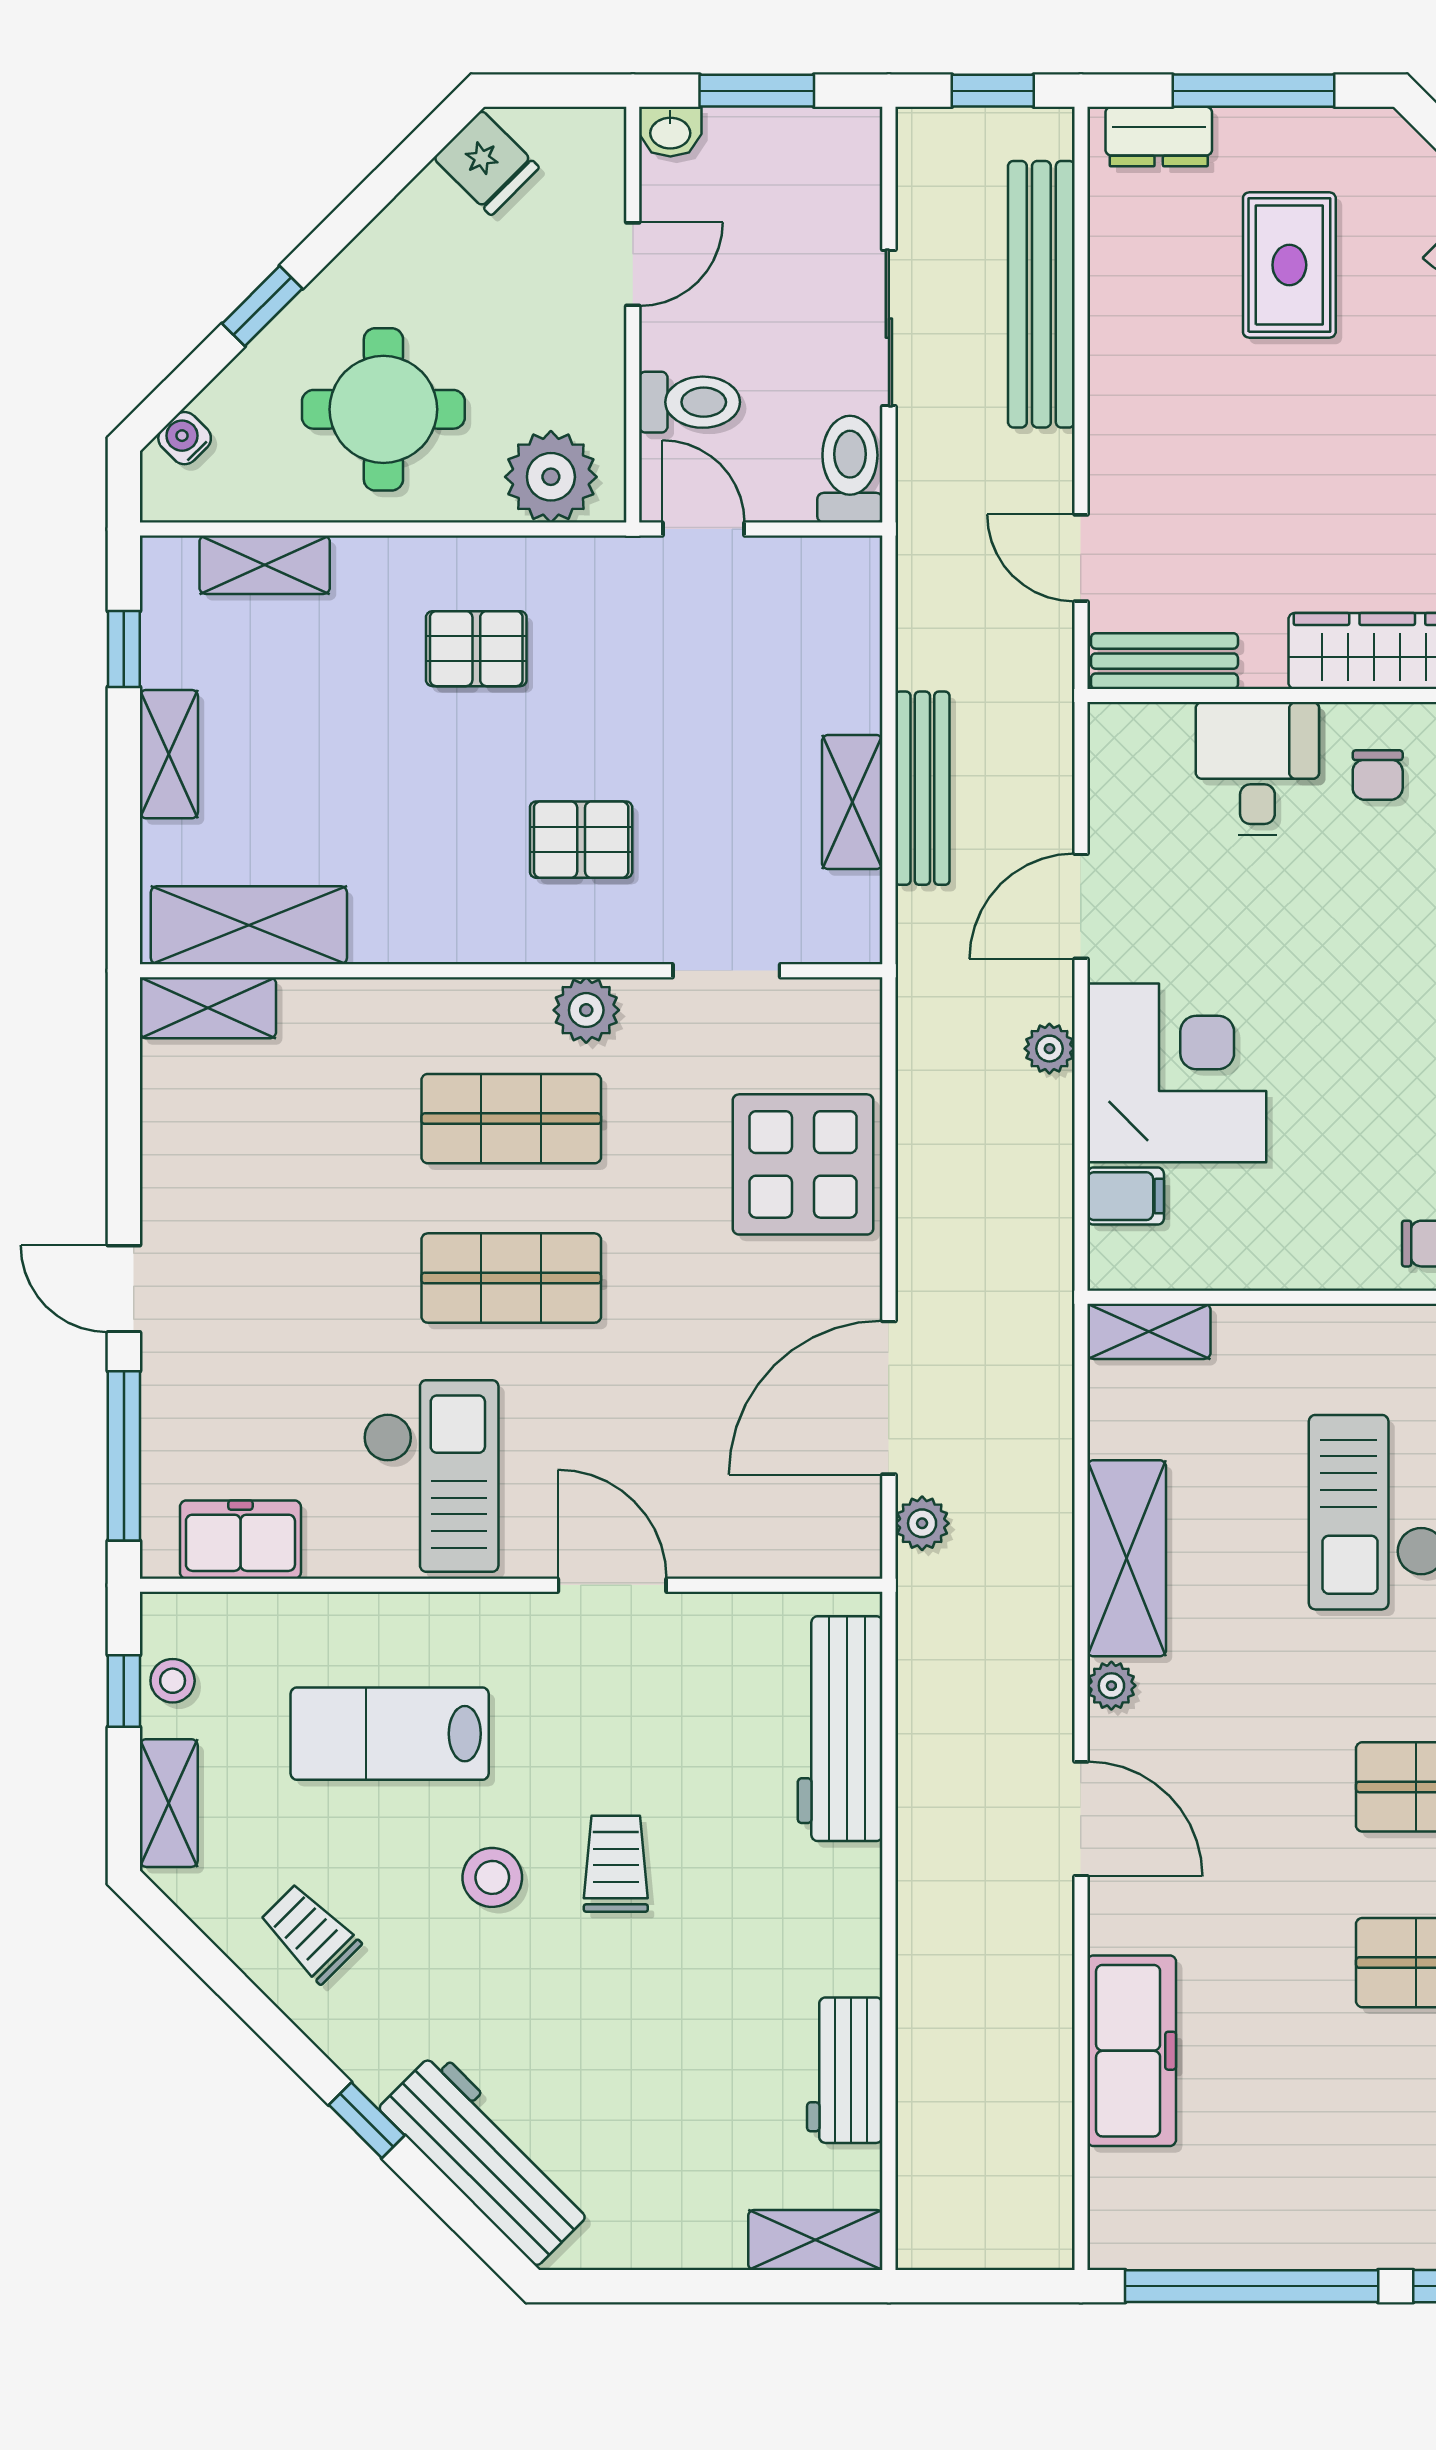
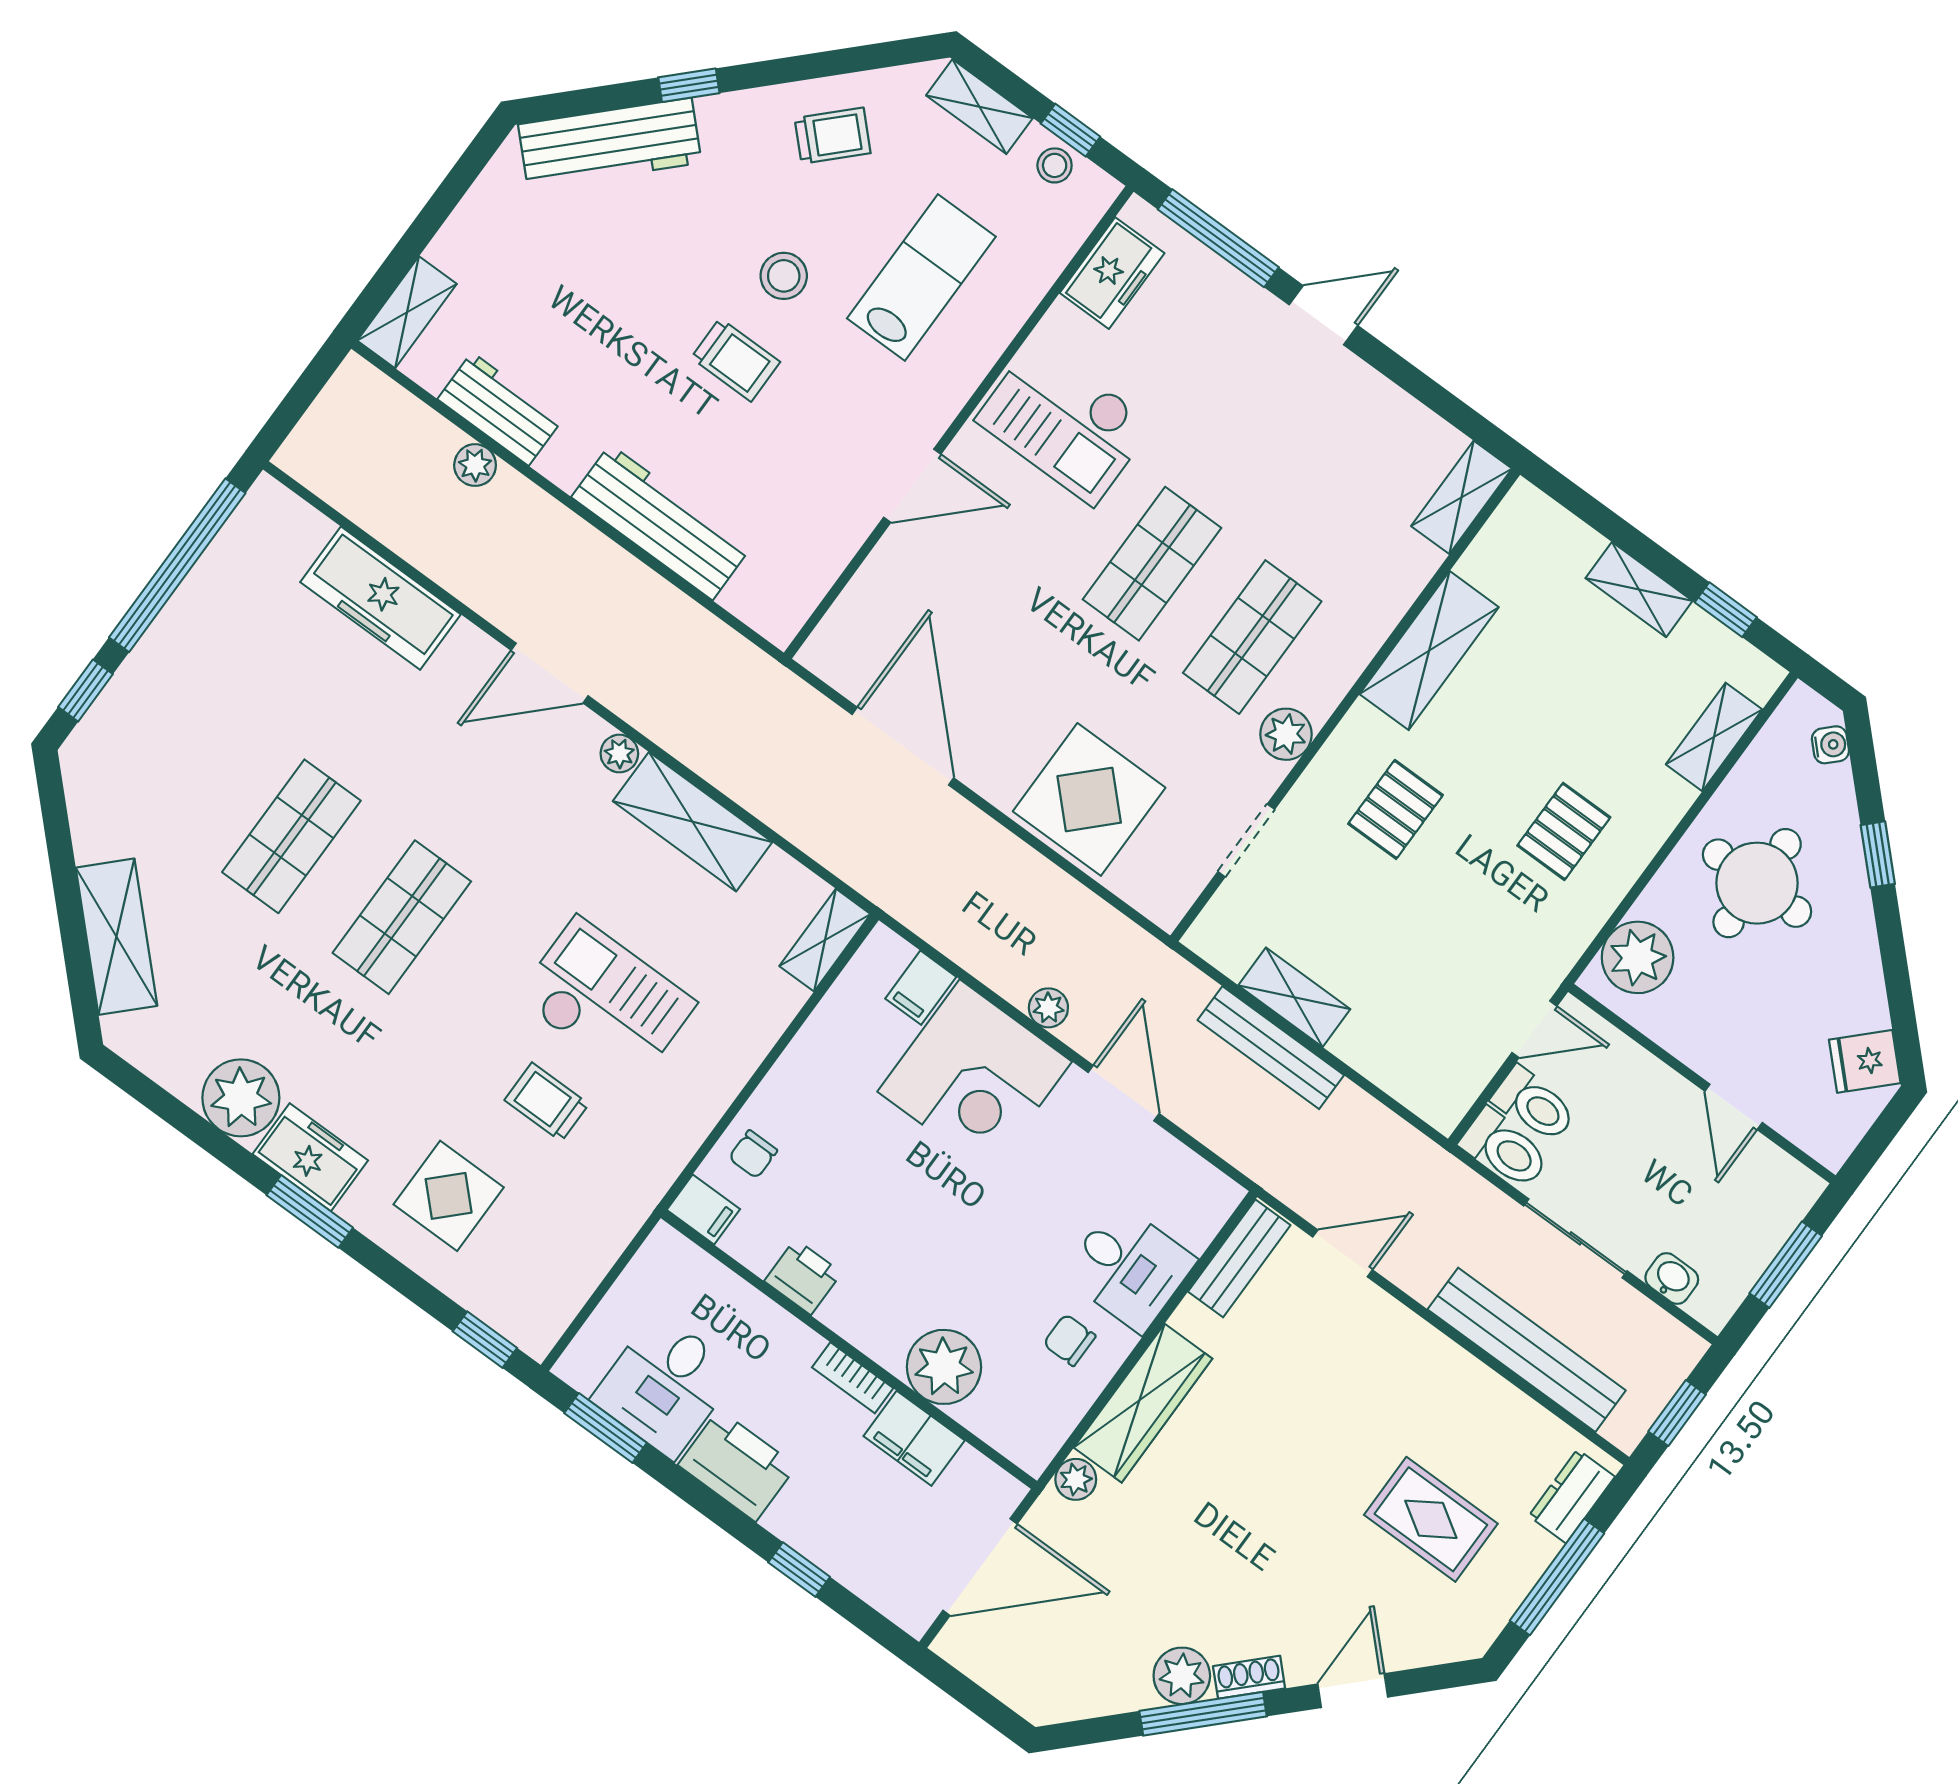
washbasin: (670, 132) -> (1672, 1278), moved, turned 90
toilet: (690, 402) -> (1534, 1105), moved, turned -90
shelving: (249, 925) -> (1429, 651), moved
plant: (922, 1523) -> (475, 465), moved
workbench: (840, 1729) -> (661, 522), moved

